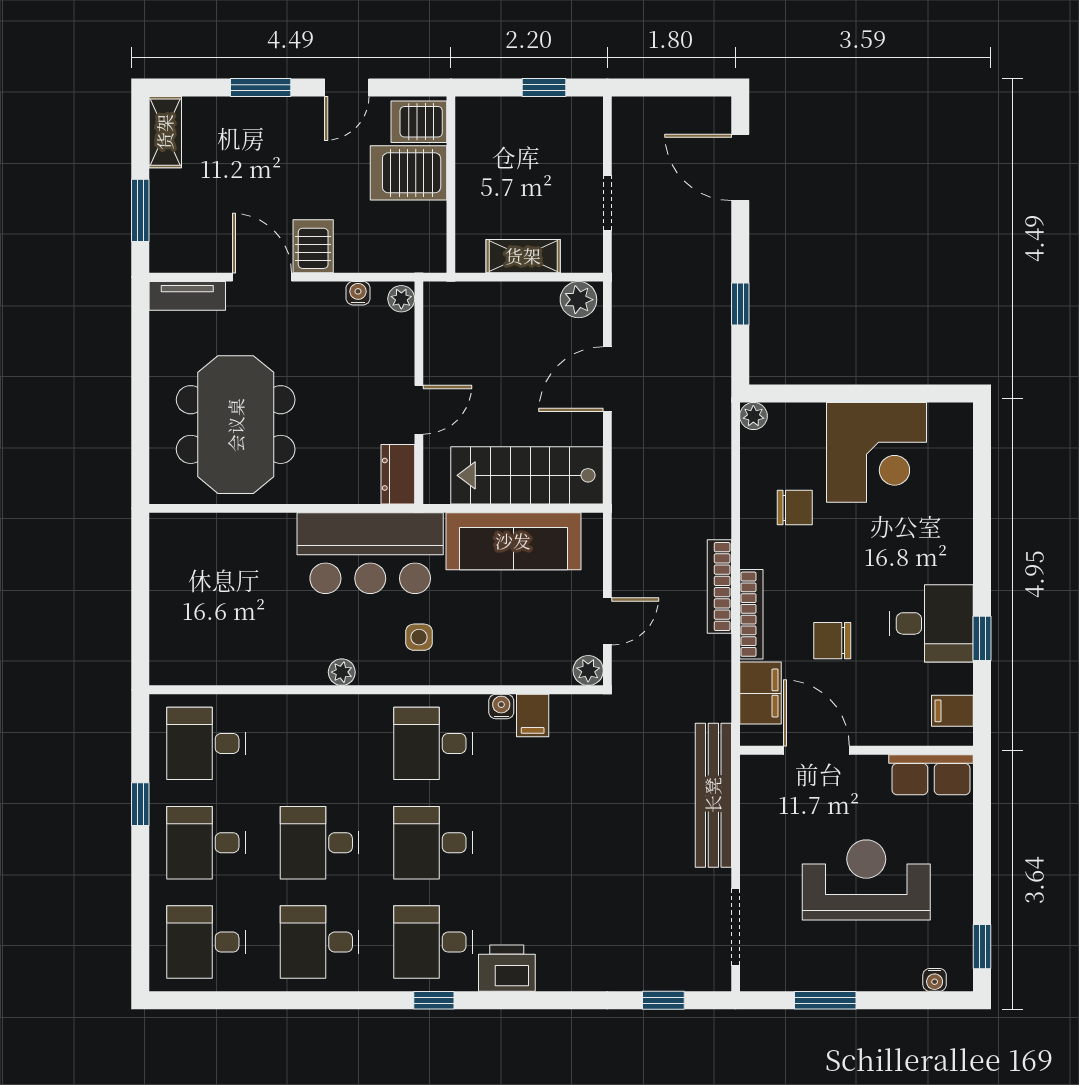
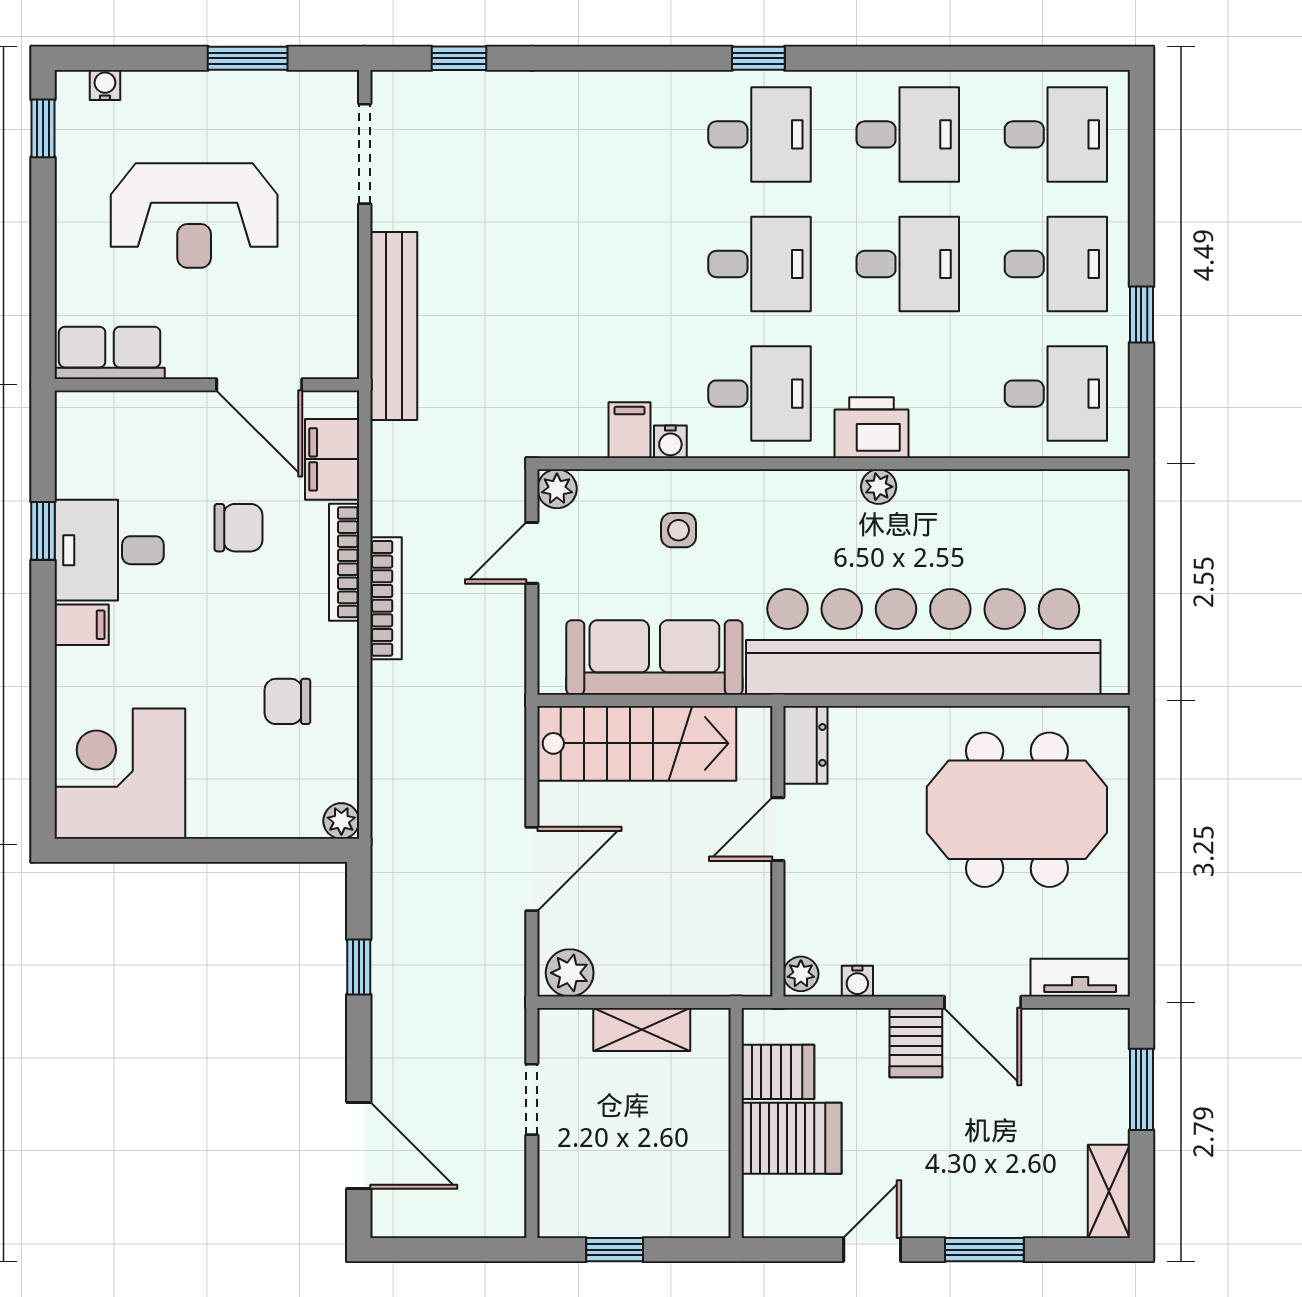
server rack: (419, 122) -> (778, 1072), moved
meeting table: (236, 425) -> (1017, 810), turned 90
corner desk: (876, 452) -> (120, 774), moved
bar counter: (370, 553) -> (923, 642), width x1.86
side table: (419, 637) -> (679, 530), moved
filing cabinet: (952, 711) -> (82, 625), moved
printer: (507, 968) -> (872, 428), moved, turned 180

